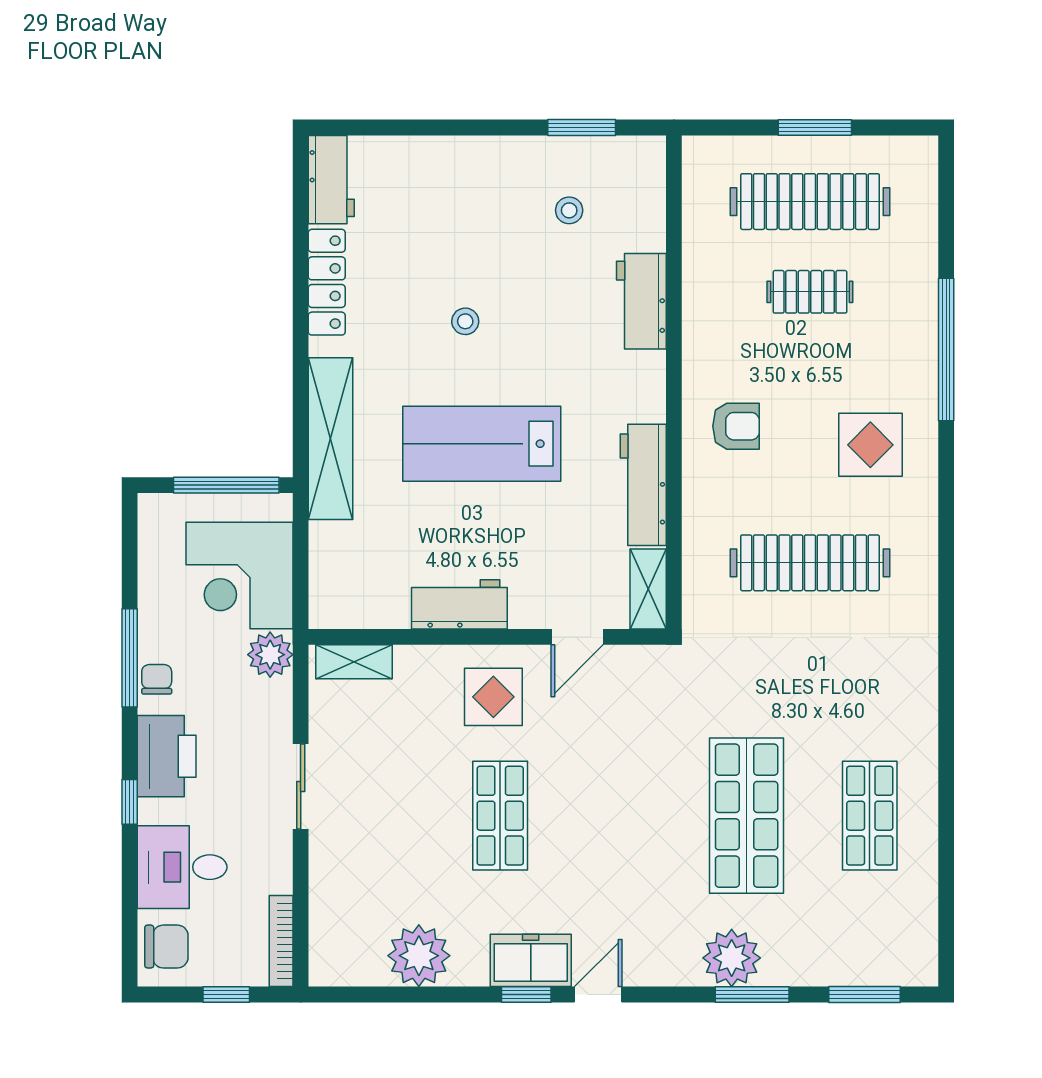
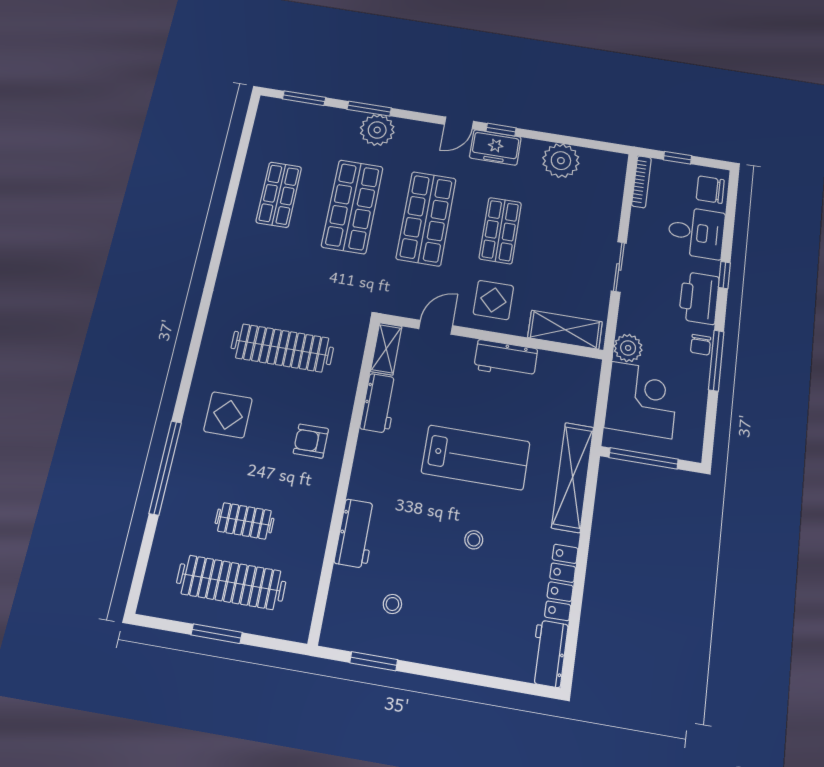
workbench: (643, 485) -> (379, 403), width x0.73
shelving: (354, 662) -> (565, 330), width x1.50, depth x1.33
shop shelf: (623, 816) -> (426, 219), added

